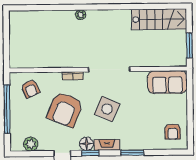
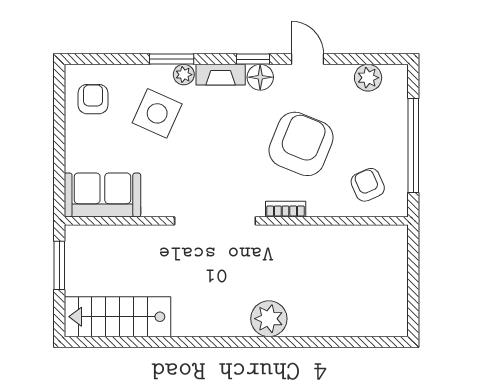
plant: (81, 15) -> (269, 319), width x1.87, depth x1.87
side table: (107, 109) -> (157, 113), moved
plant: (126, 145) -> (184, 75), added

